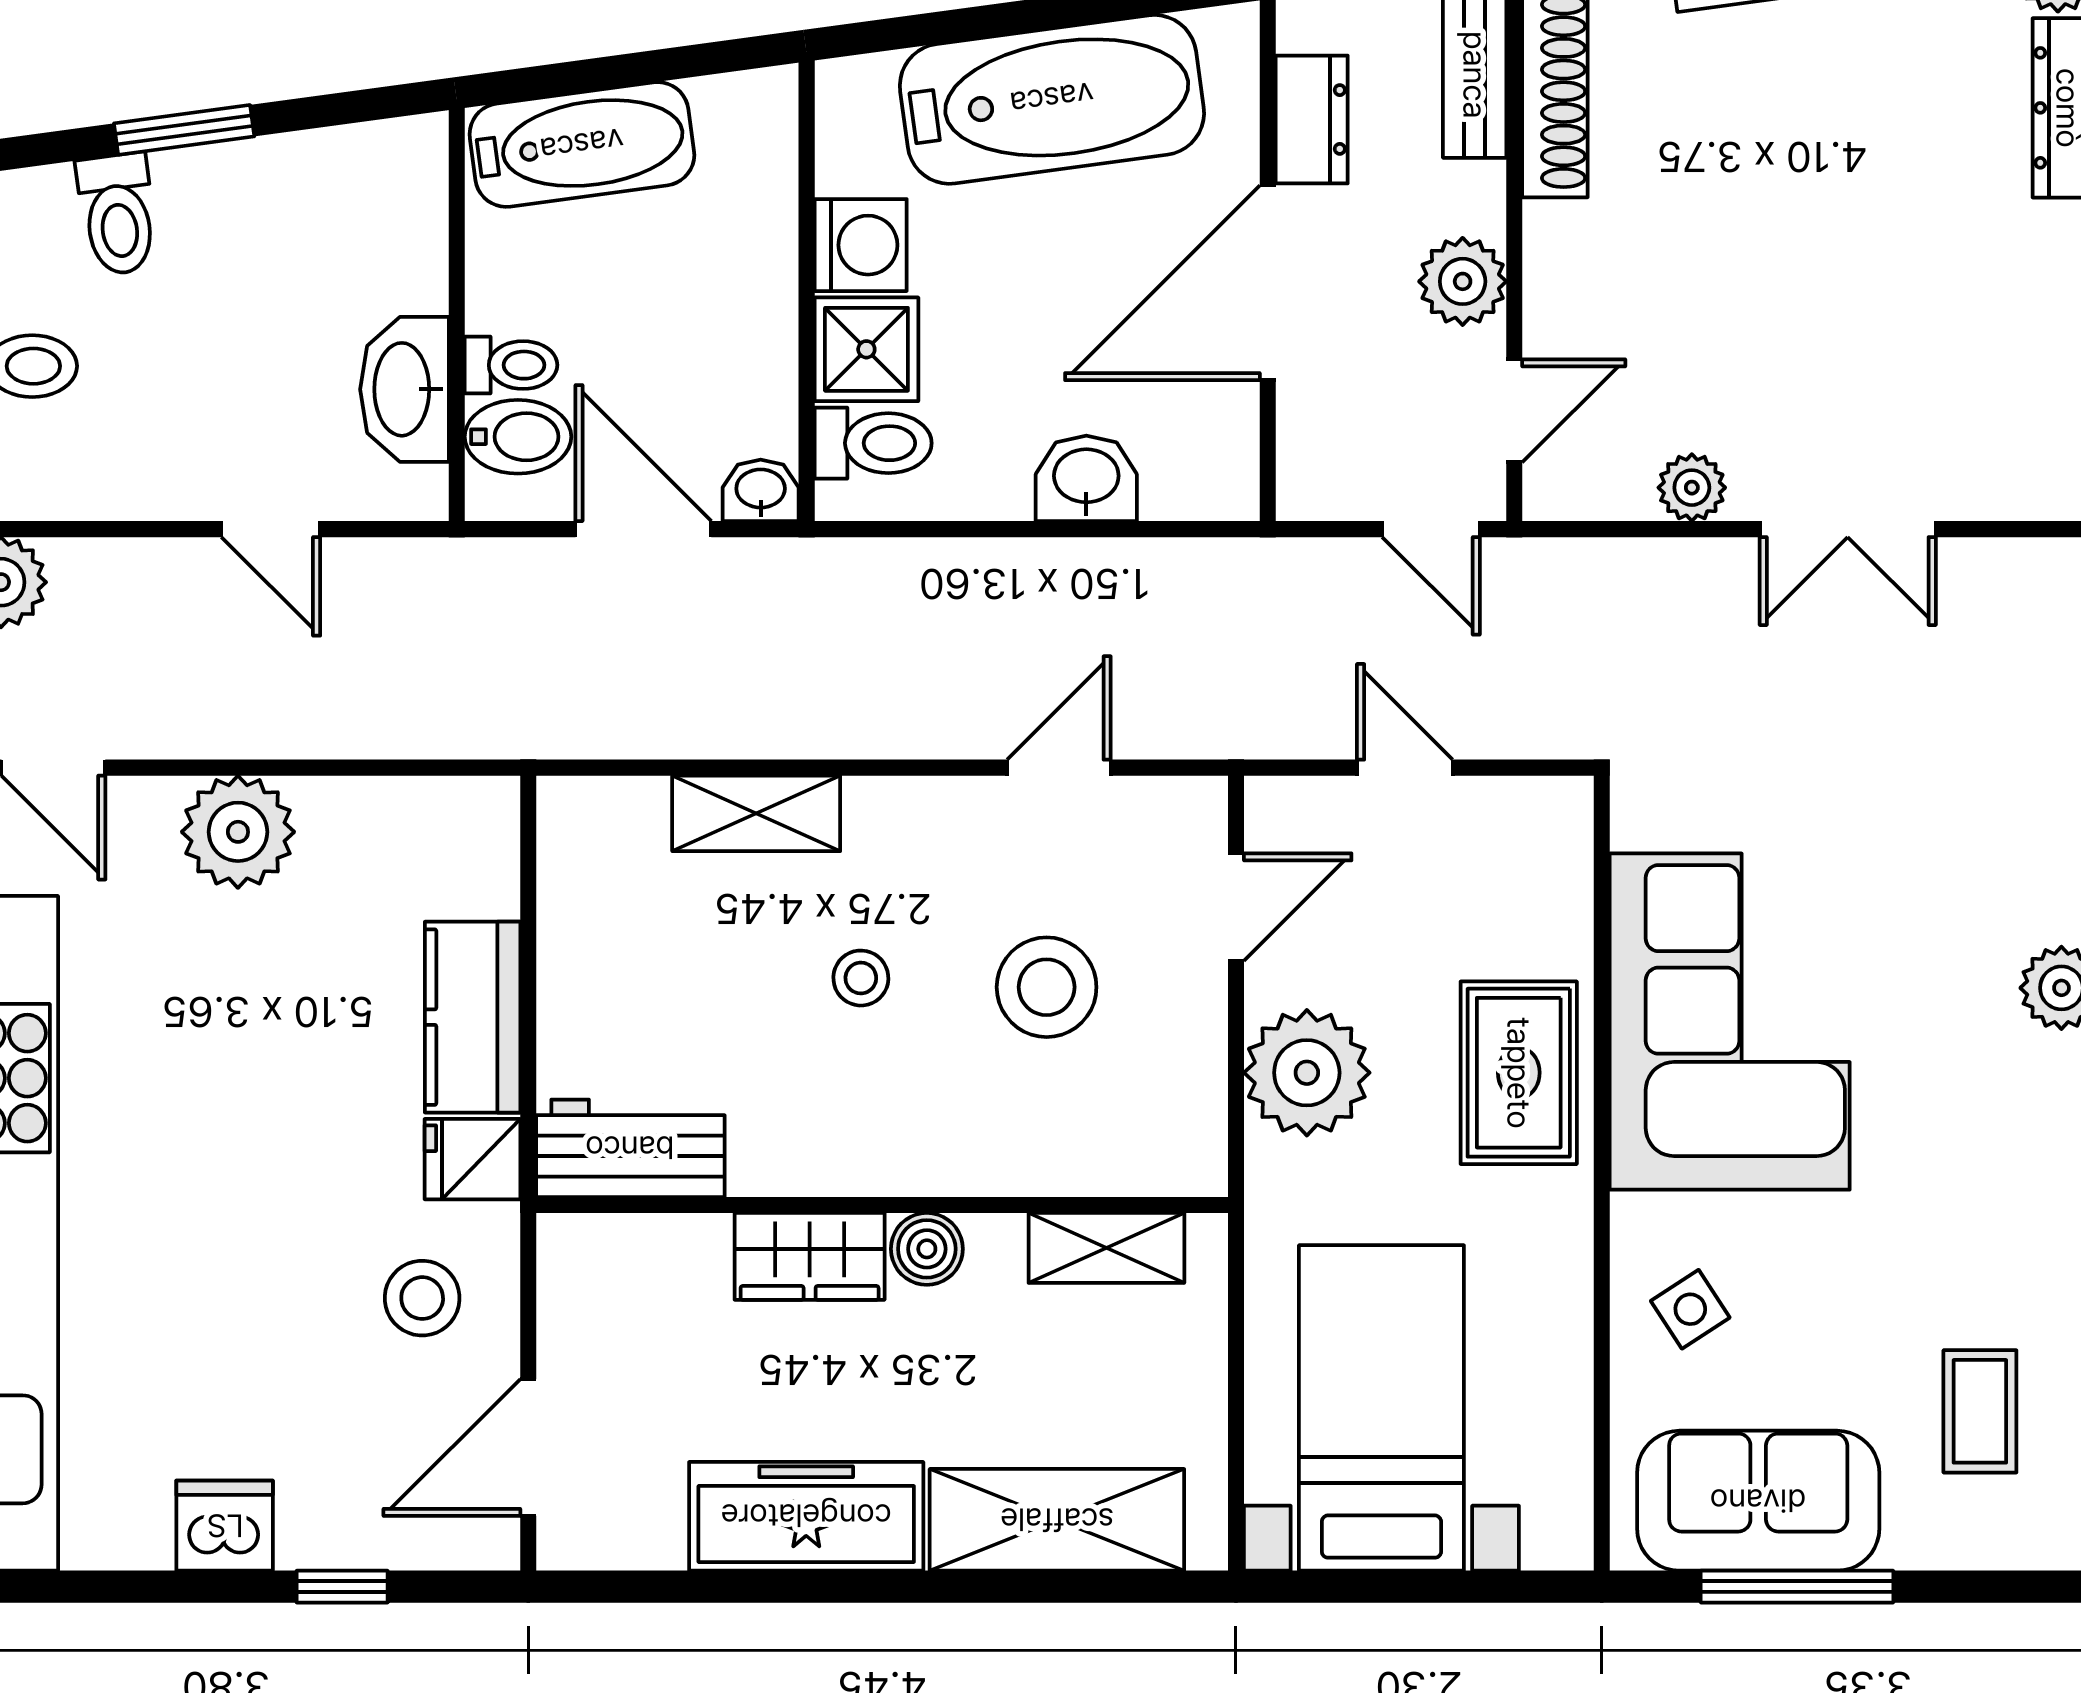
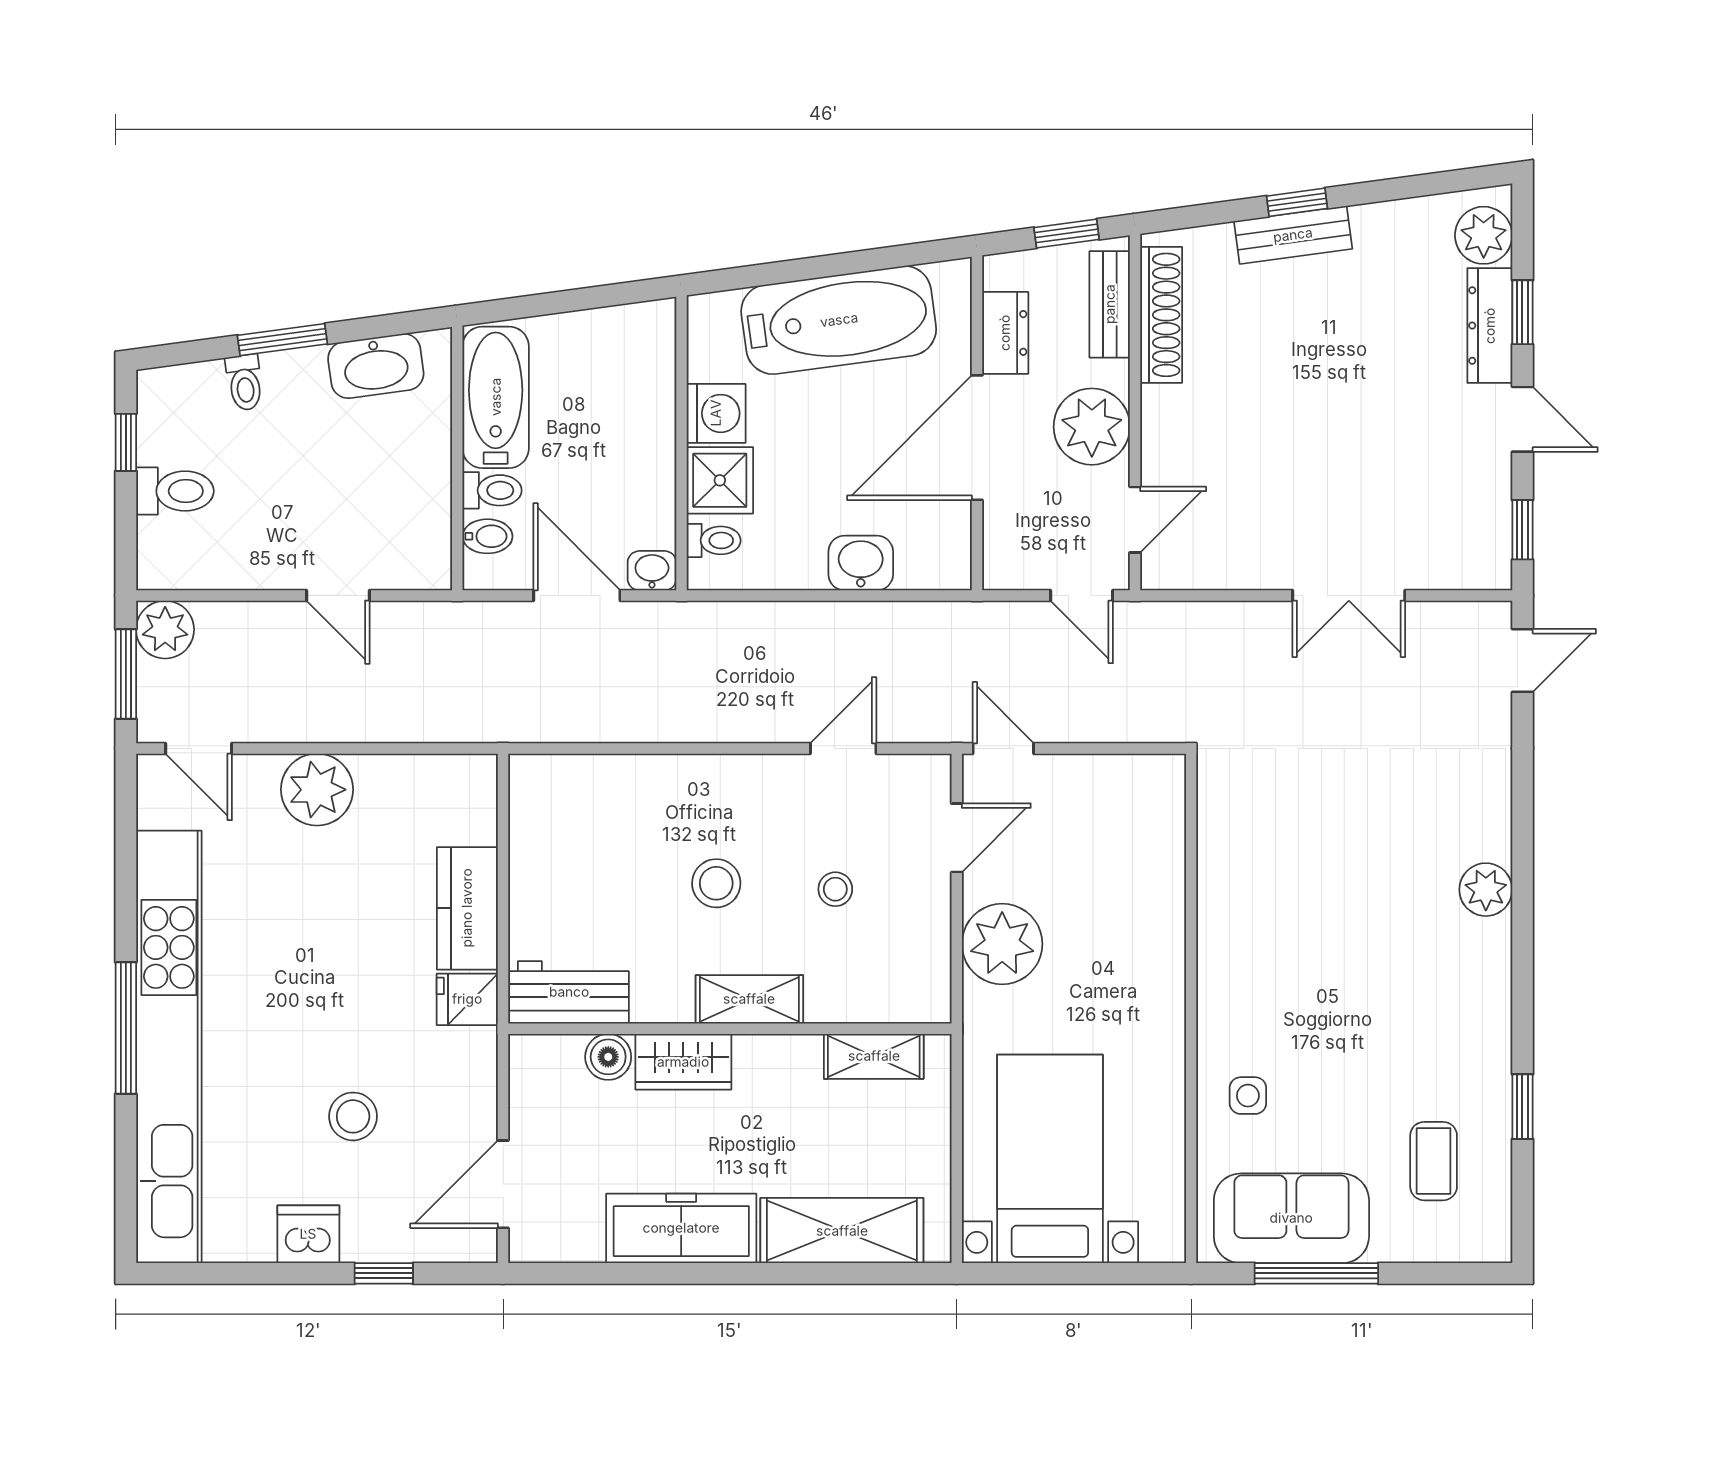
bathtub: (582, 145) -> (496, 397), moved, turned -82
toilet: (118, 214) -> (245, 382), width x0.73, depth x0.72
plant: (1463, 281) -> (1092, 427), width x1.36, depth x1.36
washbasin: (404, 389) -> (376, 366), moved, turned -98
bidet: (518, 437) -> (487, 536), width x0.72, depth x0.74
toilet: (873, 443) -> (714, 540), width x0.73, depth x0.72
plant: (1692, 488) -> (1249, 569), removed
door: (1405, 768) -> (1003, 748), moved
shelving: (756, 813) -> (749, 999), moved
stool: (861, 978) -> (716, 883), width x1.37, depth x1.37
stool: (1047, 987) -> (835, 889), width x0.53, depth x0.53
corner sofa: (1730, 1022) -> (1273, 911), removed
rug: (1519, 1073) -> (1138, 944), removed
boiler: (927, 1249) -> (608, 1057), moved
stool: (422, 1298) -> (353, 1116), moved
side table: (1690, 1309) -> (1248, 1096), turned 33

